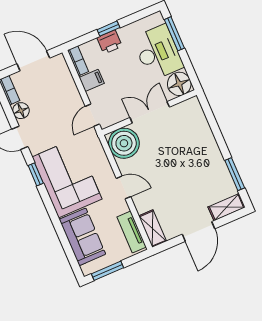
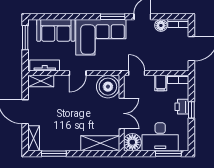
shelving: (197, 123) -> (100, 143), added
window: (36, 174) -> (113, 17), width x1.50

